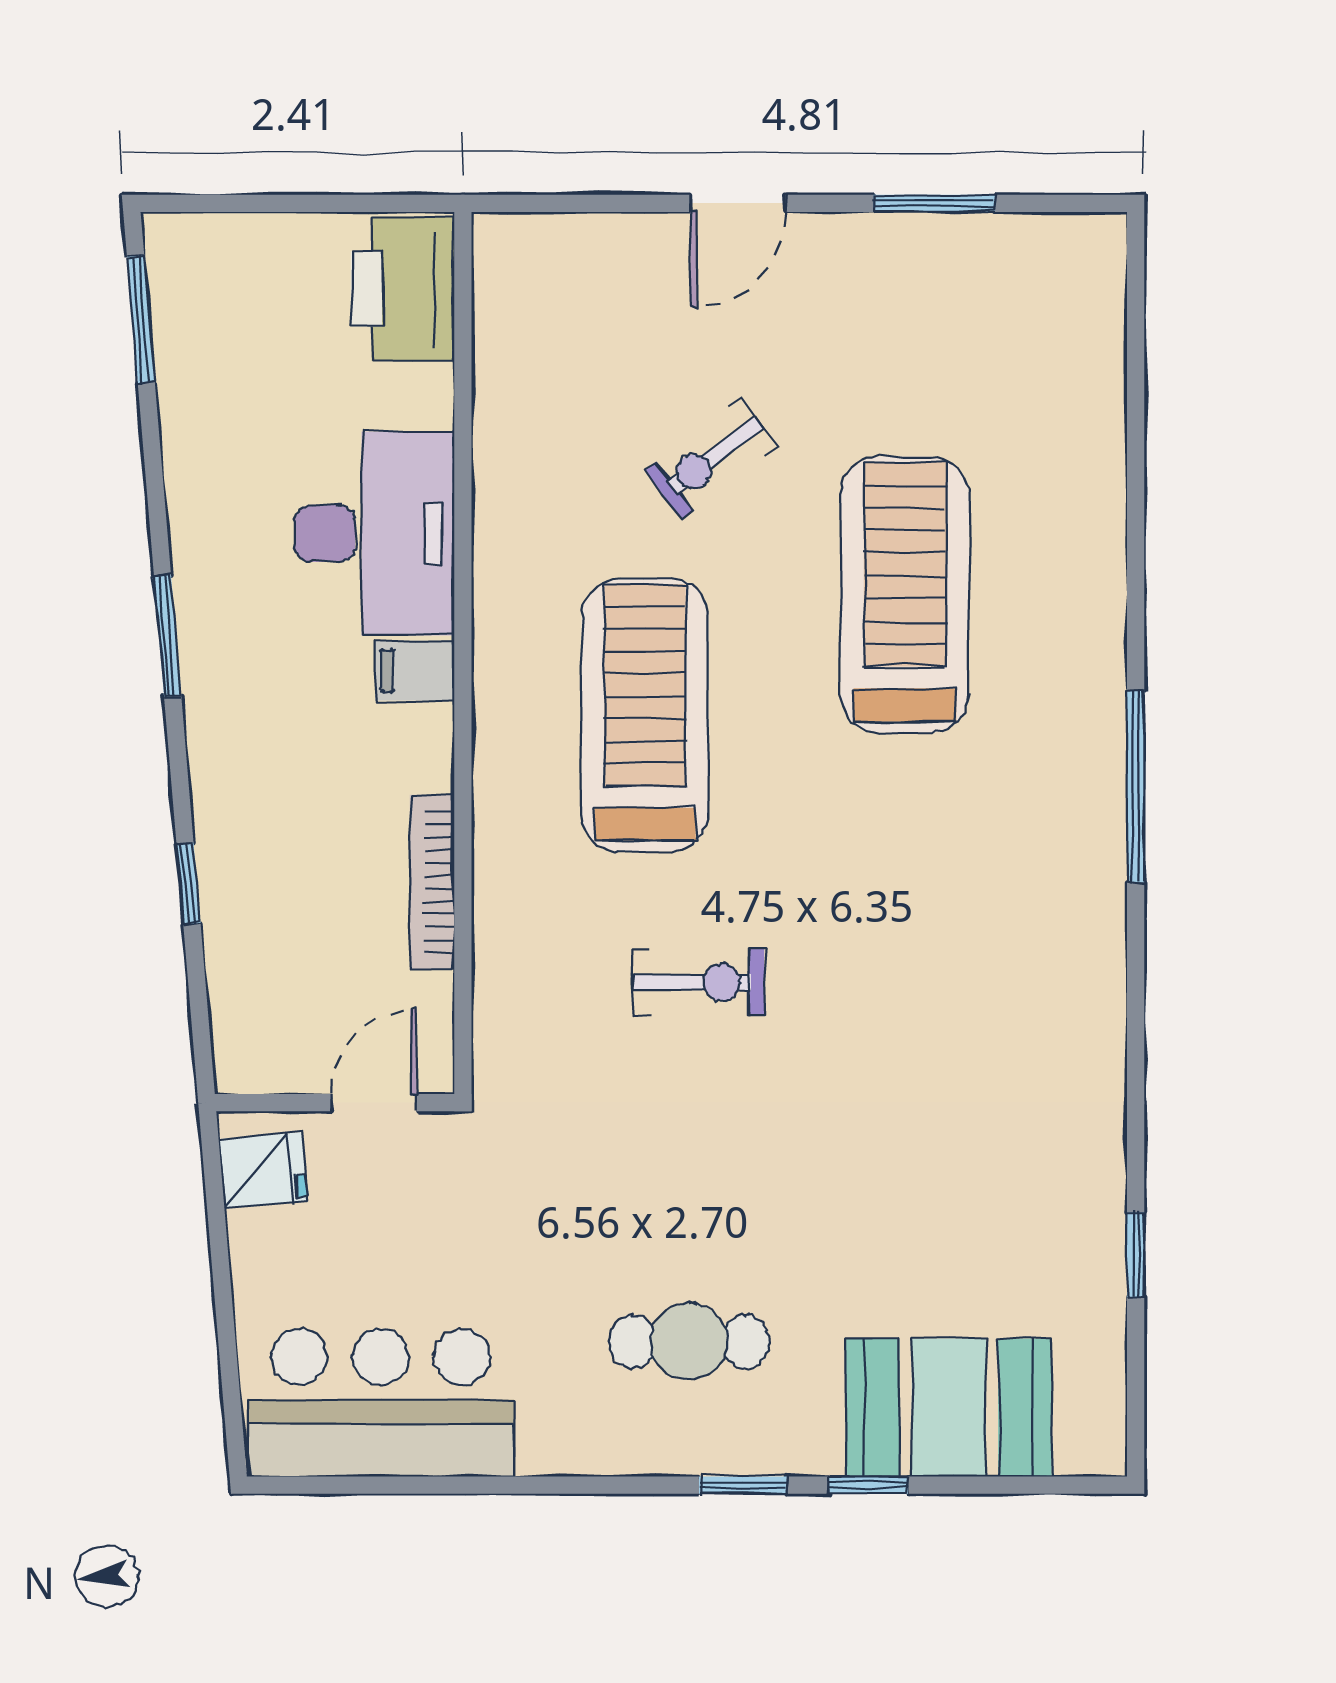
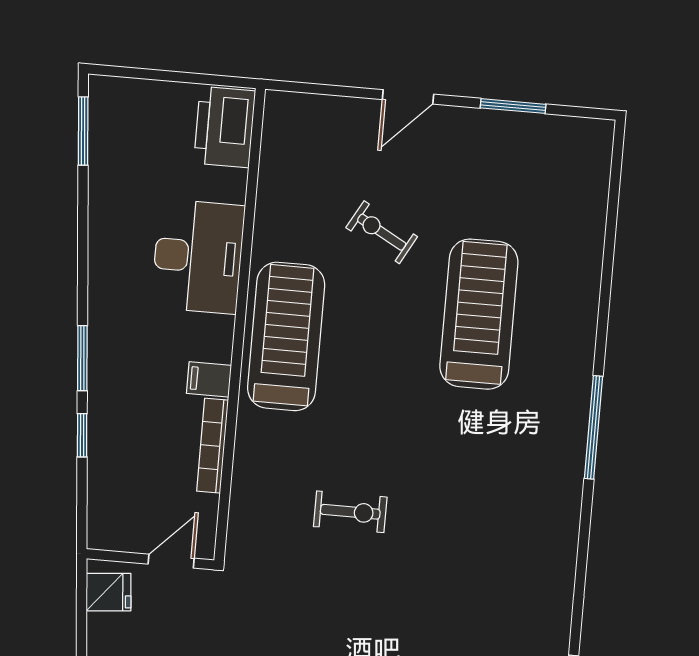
exercise bike: (711, 458) -> (382, 232), turned 66
window: (168, 636) -> (82, 358), moved
filing cabinet: (415, 671) -> (209, 379), moved
treadmill: (645, 715) -> (286, 336), moved

